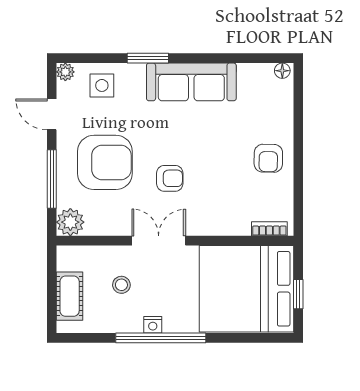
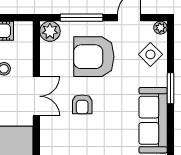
side table: (102, 85) -> (150, 54), turned 45
armchair: (105, 162) -> (94, 57), turned 90

